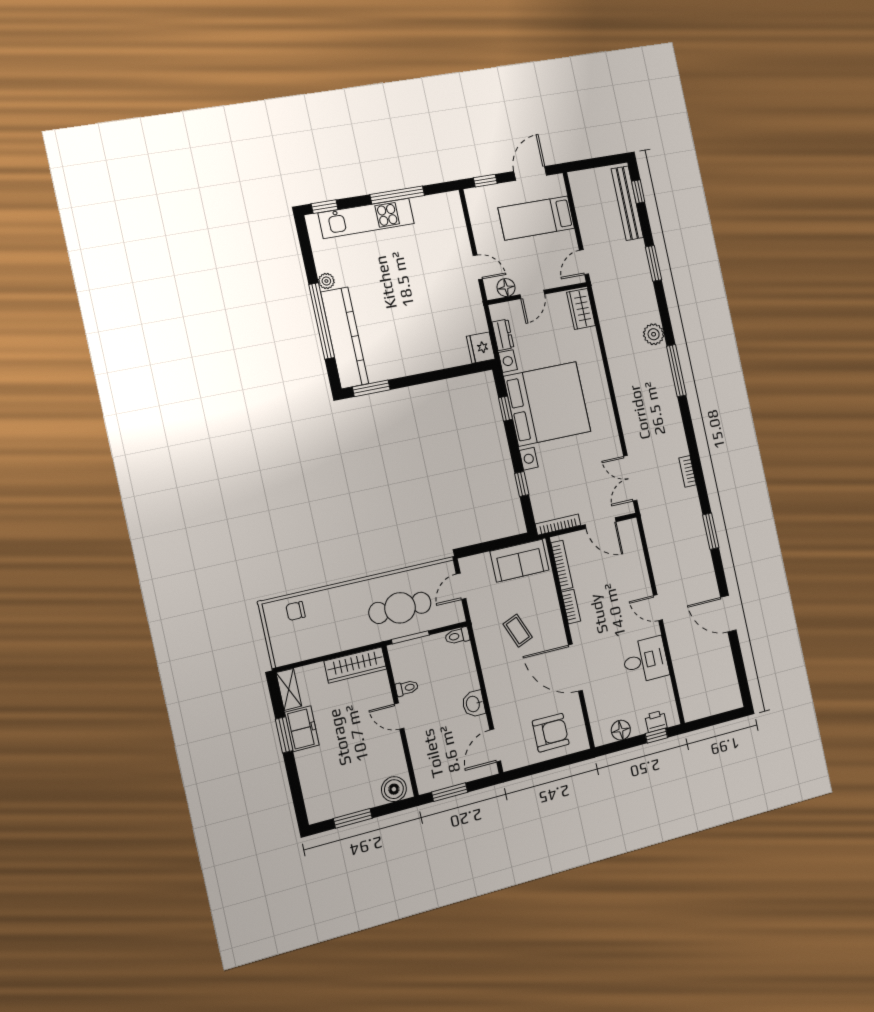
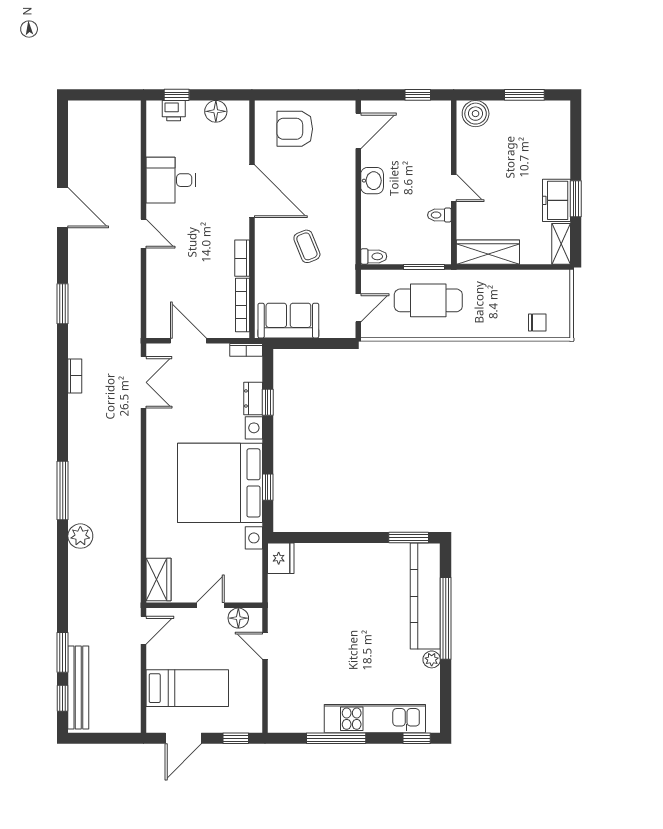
window: (654, 263) -> (63, 652), moved
dresser: (503, 335) -> (253, 398), moved
bookcase: (558, 525) -> (246, 350), width x0.64
window: (450, 792) -> (418, 95), width x0.67

